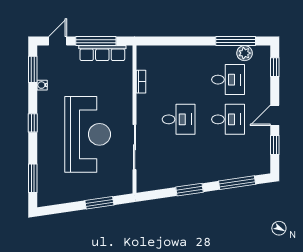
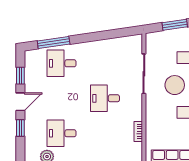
window: (275, 67) -> (20, 128), moved
desk: (228, 119) -> (62, 63), moved
window: (190, 190) -> (95, 36), removed

